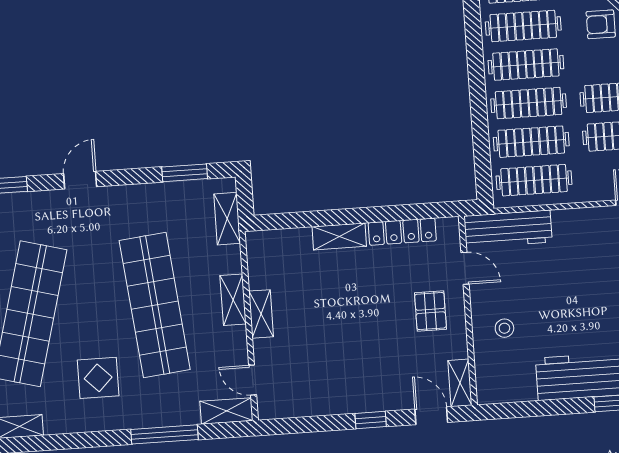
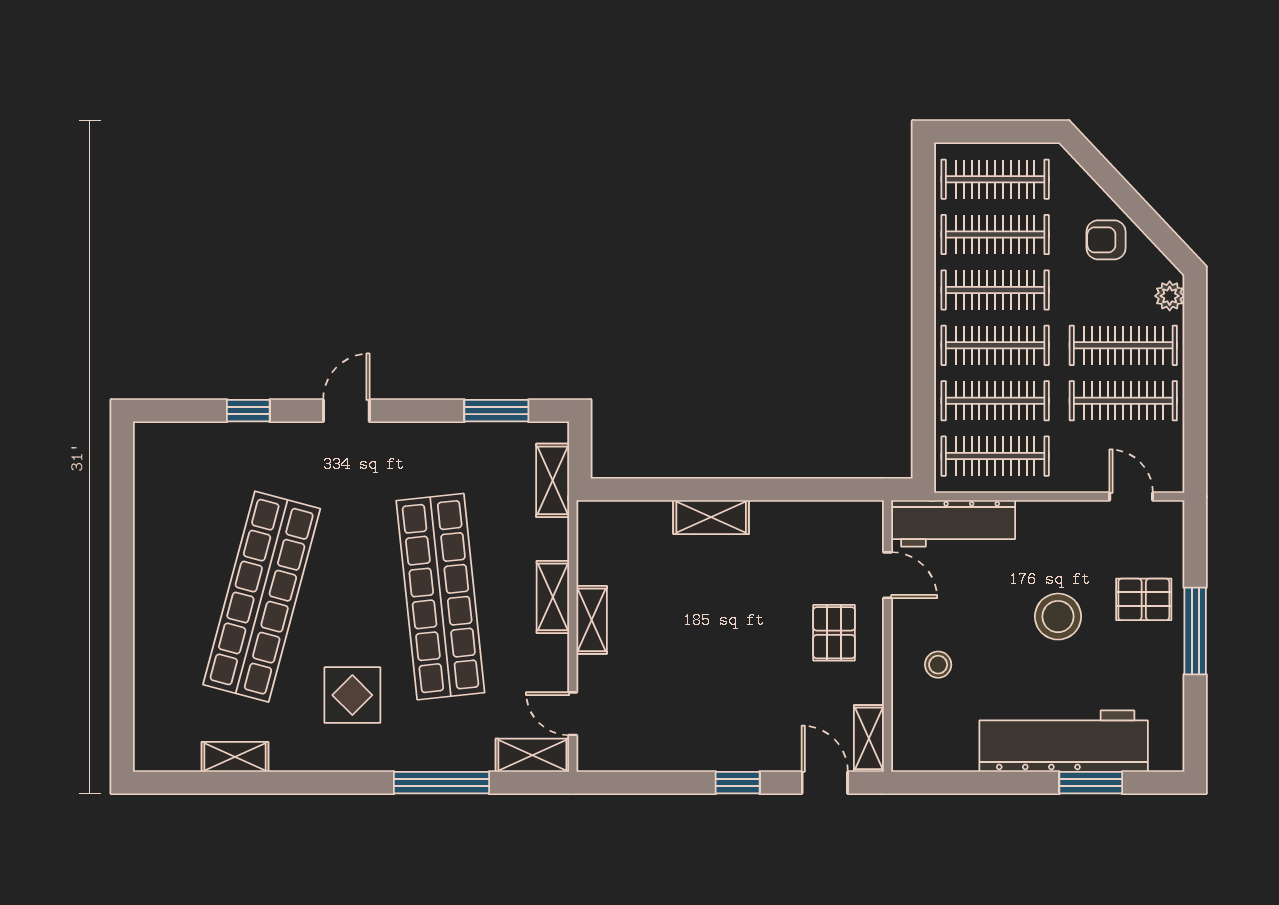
locker: (402, 232) -> (802, 517), removed
stool: (586, 289) -> (1058, 617), added

